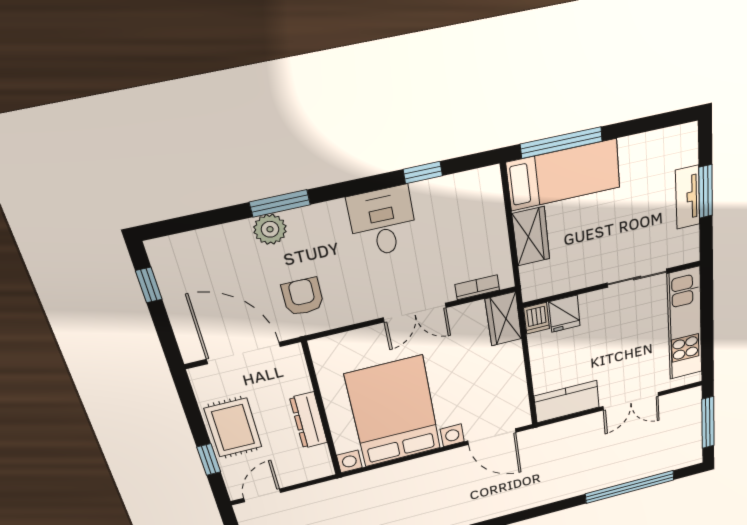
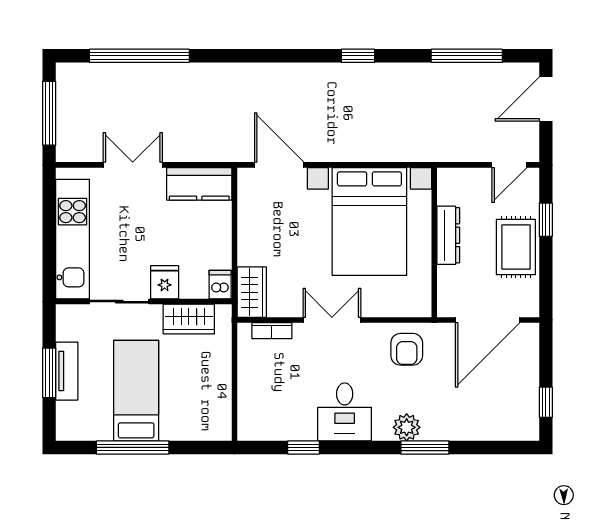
window: (561, 143) -> (133, 447), moved
bed: (564, 175) -> (136, 391), moved, turned 90
plant: (270, 229) -> (407, 427), moved
wardrobe: (531, 236) -> (189, 319), moved, turned -90
armchair: (303, 297) -> (407, 349), moved
fridge: (564, 314) -> (165, 282), moved
door: (243, 353) -> (488, 320), hinge flipped

